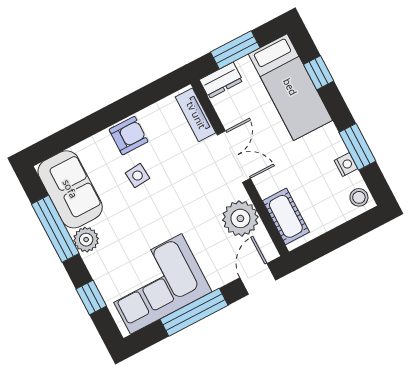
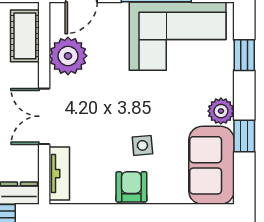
armchair: (129, 136) -> (131, 187), turned 90
window: (55, 229) -> (244, 136), width x0.46

